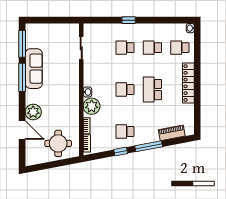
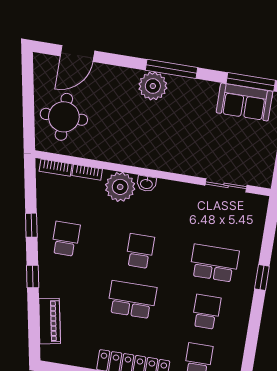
school desk: (125, 48) -> (214, 263), width x1.85
sofa: (34, 69) -> (244, 102), moved, width x0.73
window: (22, 77) -> (172, 69), moved
plant: (33, 112) -> (153, 86), moved
door: (22, 130) -> (77, 53), moved
window: (149, 146) -> (33, 277), width x0.46

